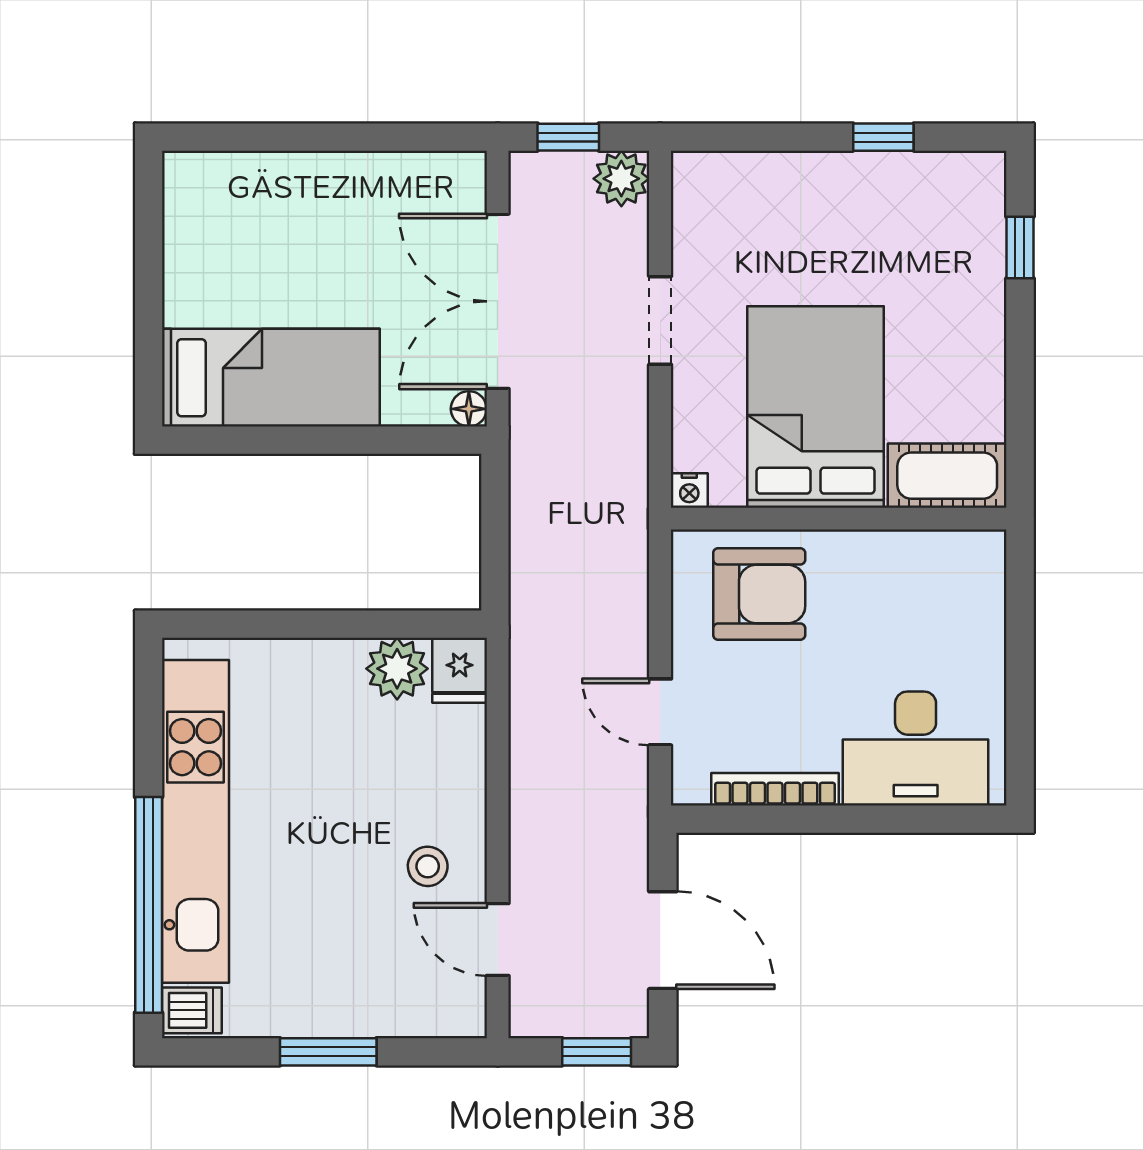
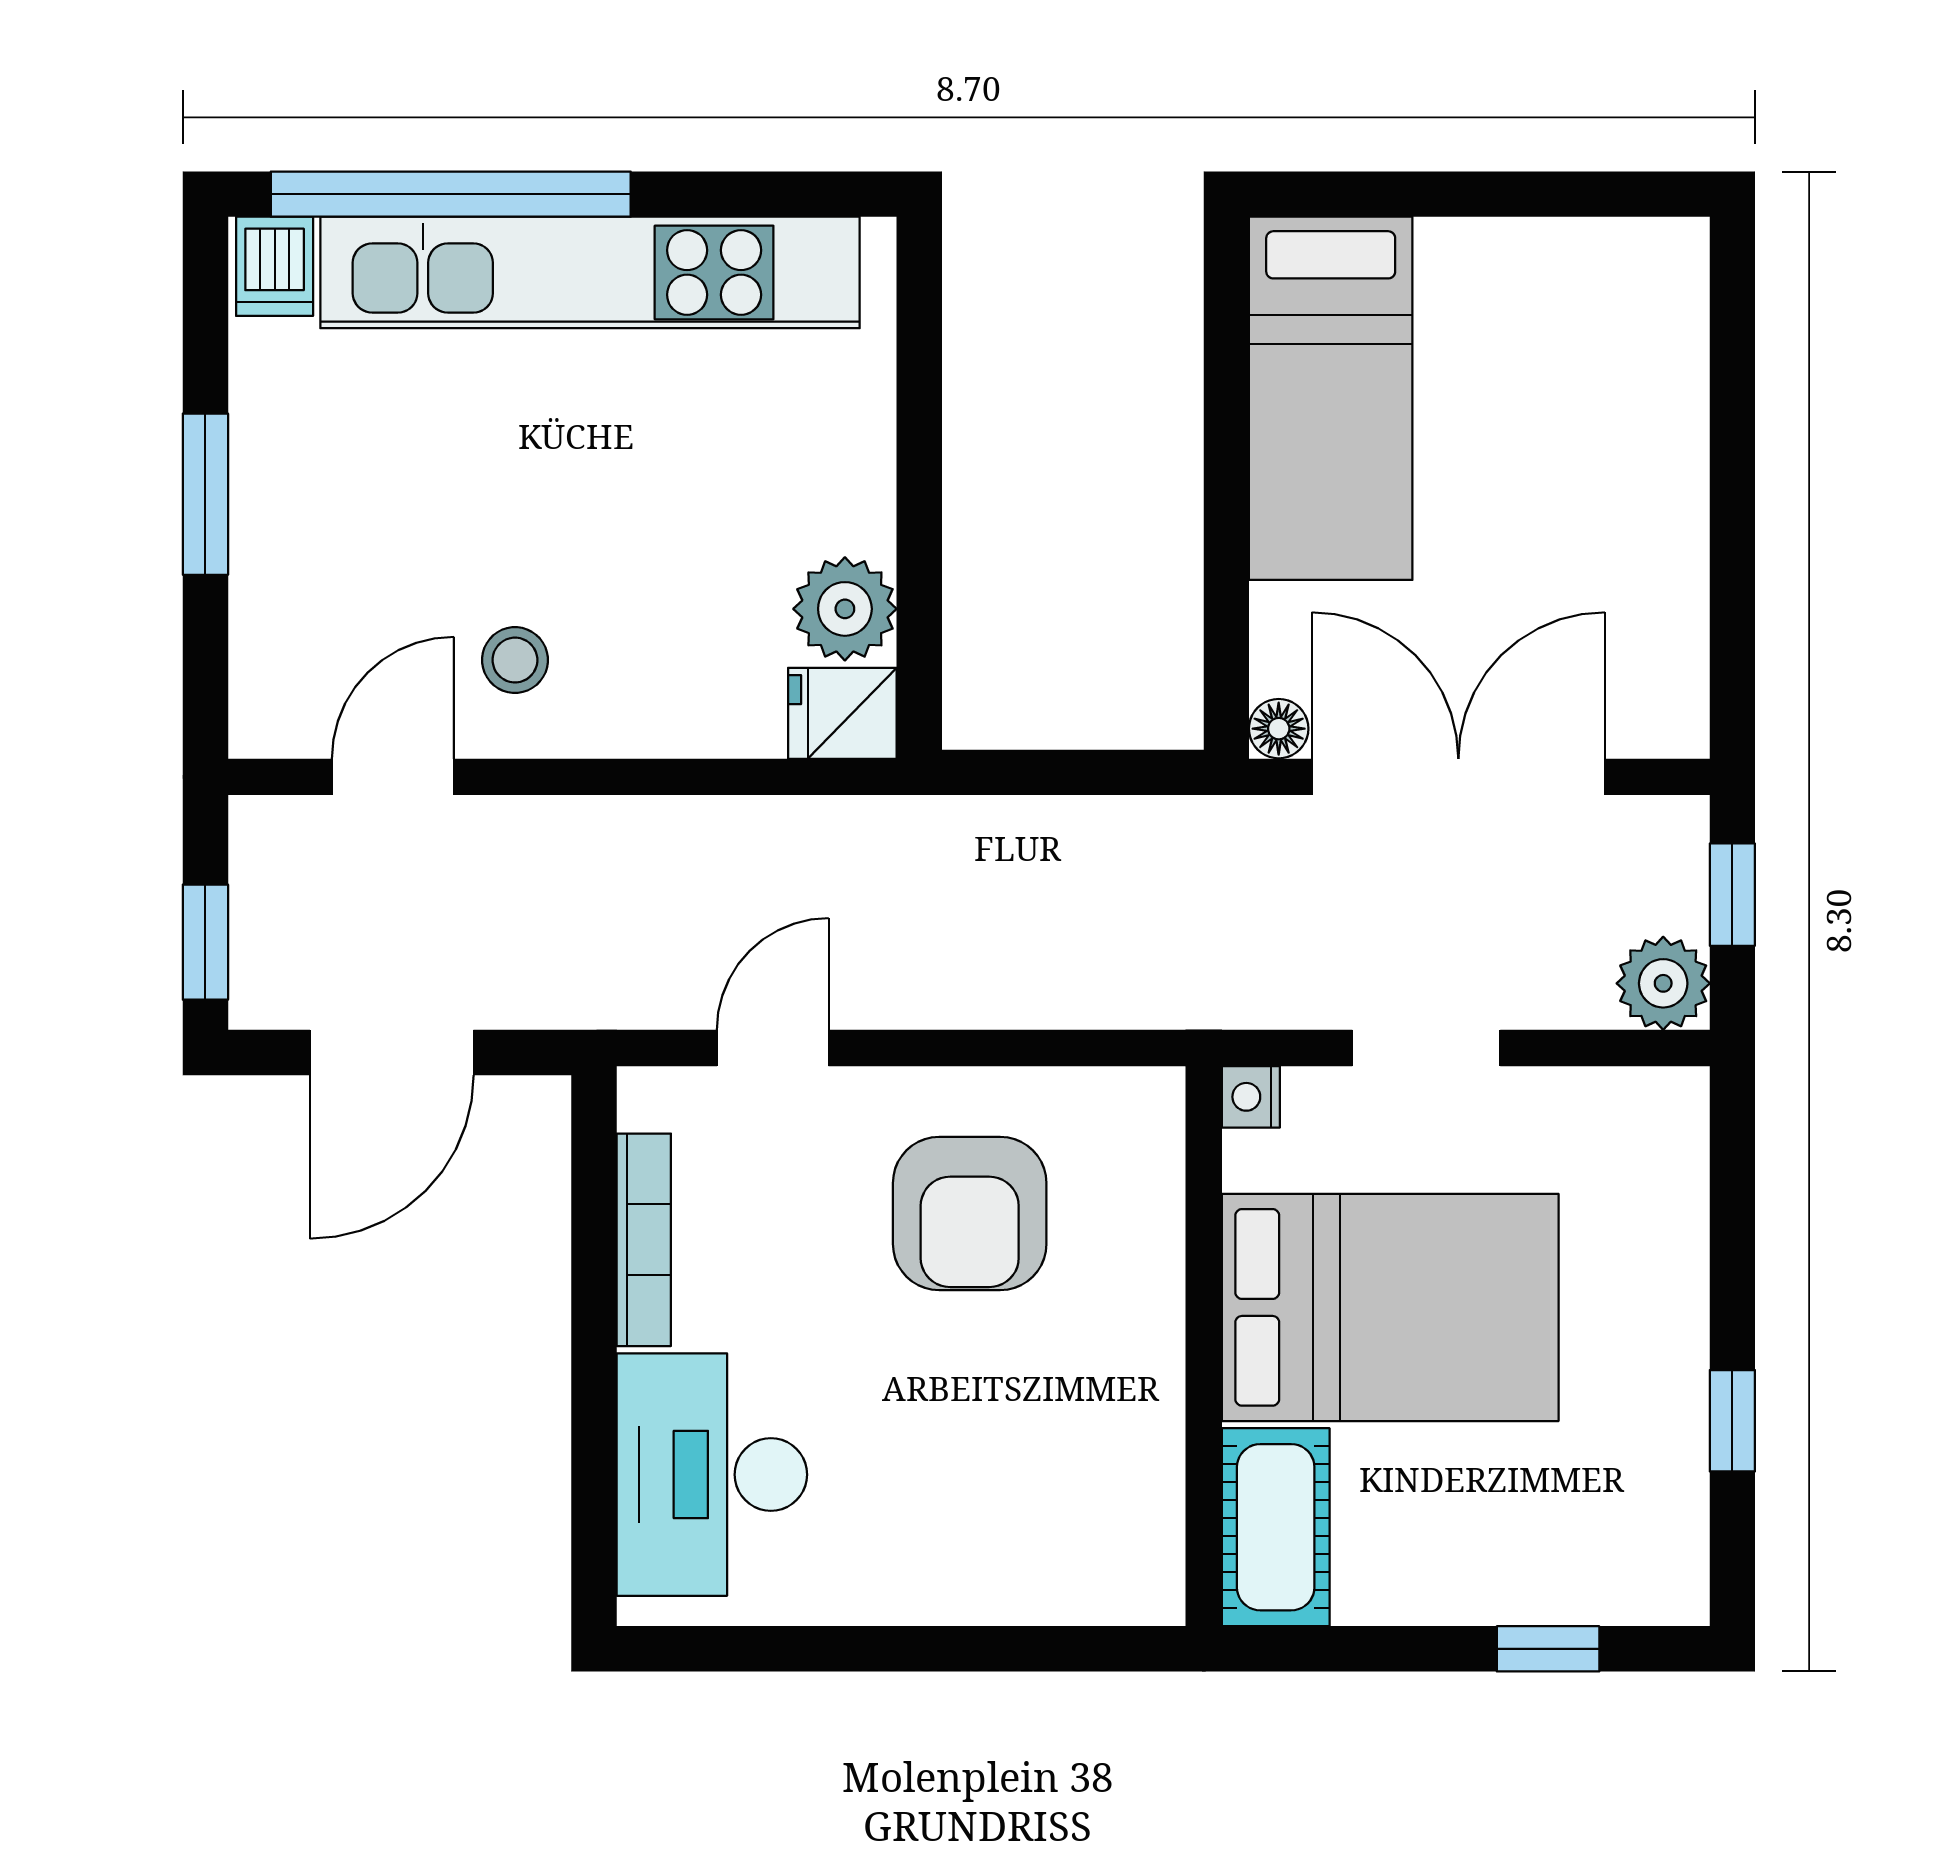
bed: (815, 407) -> (1390, 1307), moved
cot: (947, 476) -> (1276, 1527), moved
nightstand: (689, 490) -> (1251, 1097), moved
wall: (839, 519) -> (1204, 1346), moved

